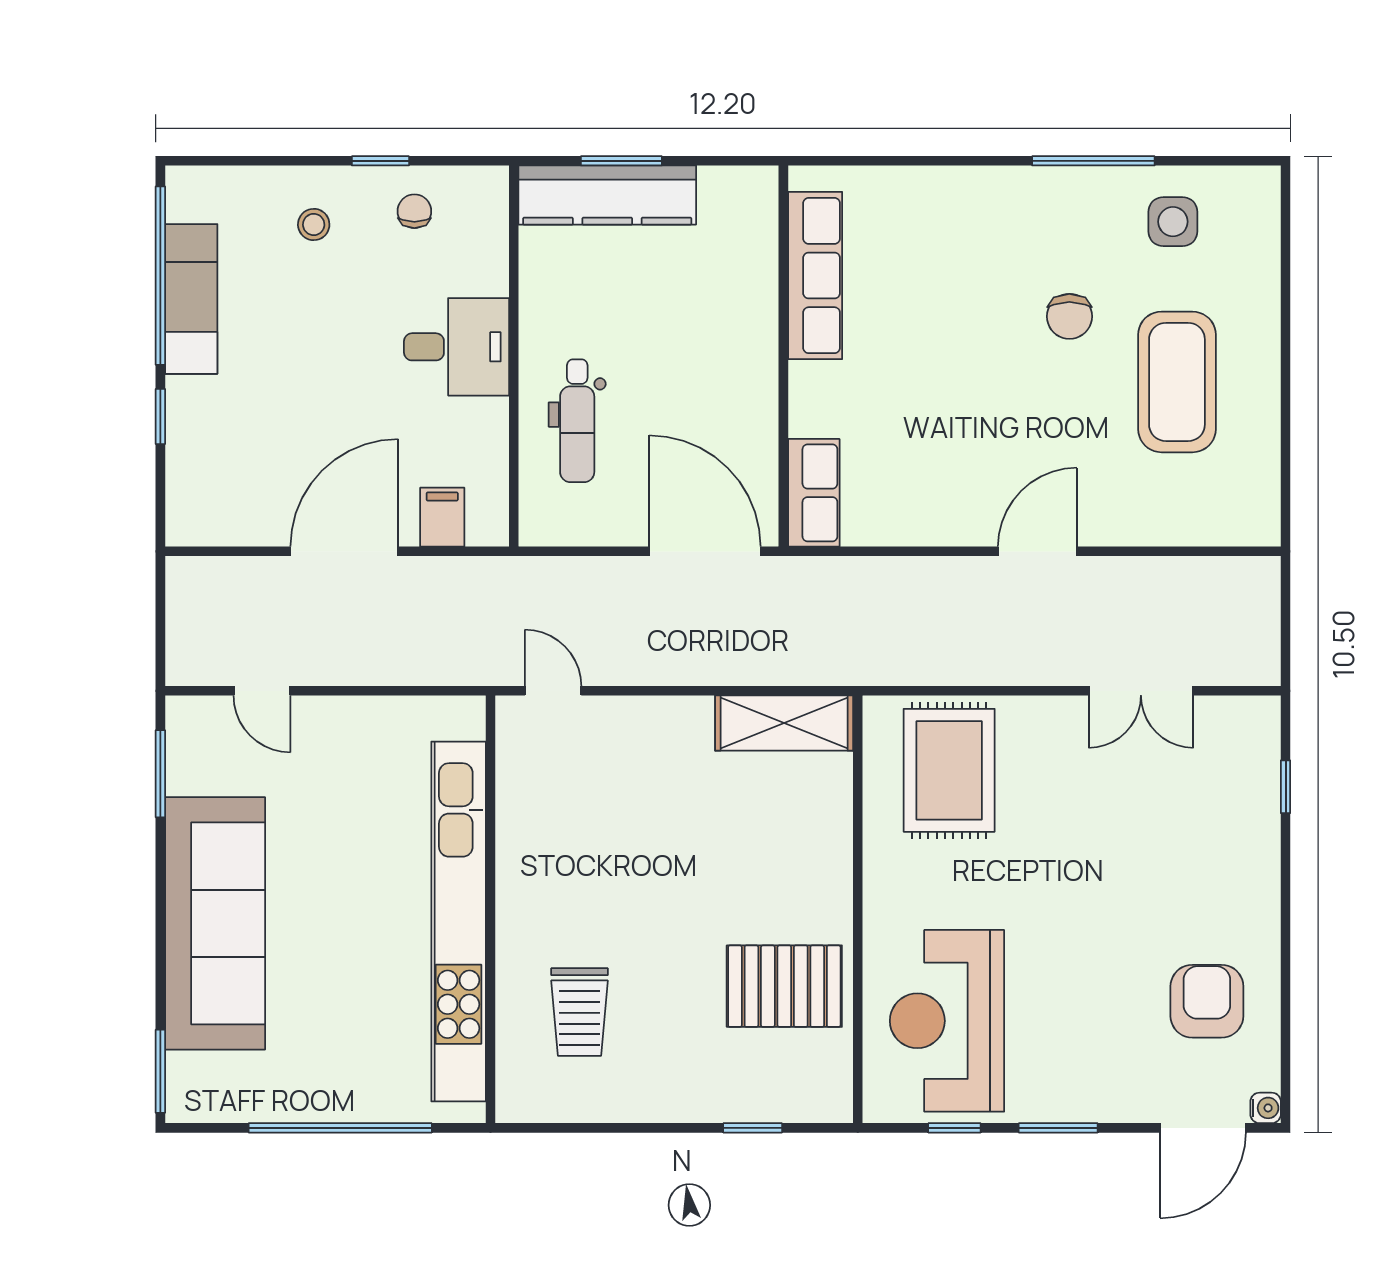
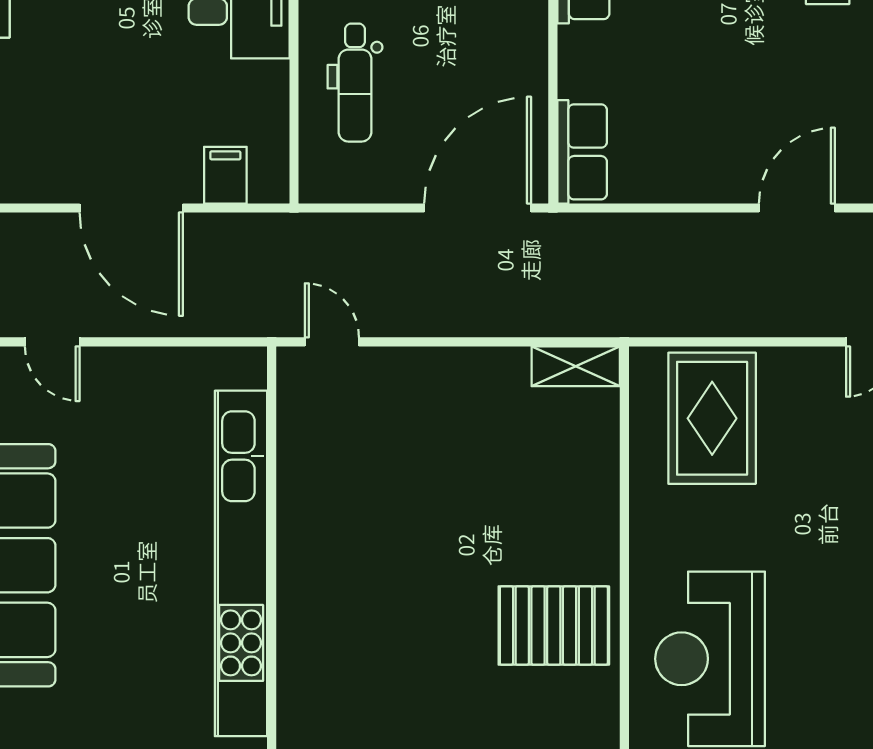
door: (344, 551) -> (131, 208), swing flipped
door: (705, 551) -> (478, 208), hinge flipped
shelving: (784, 723) -> (576, 366), width x0.67, depth x0.75
trolley: (579, 1012) -> (357, 650), removed

